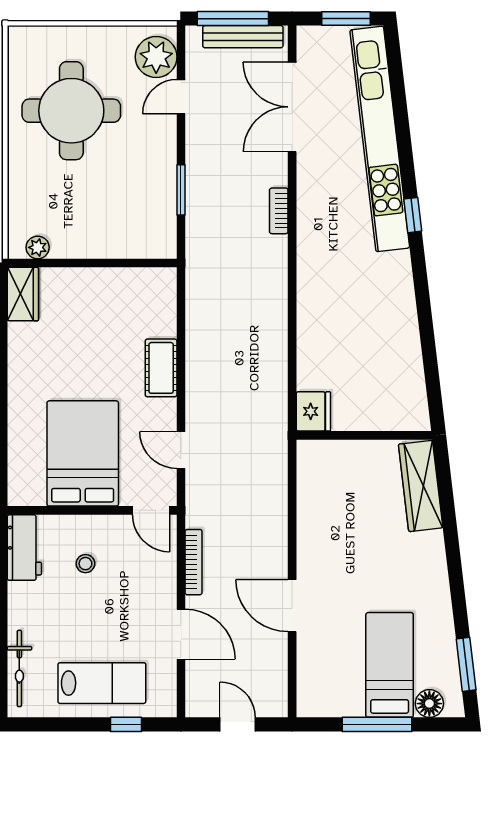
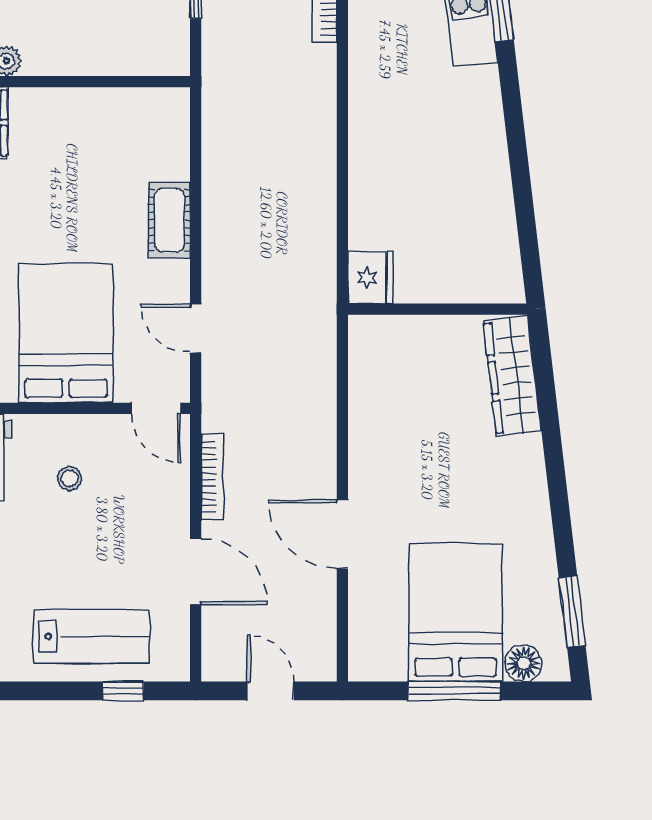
bed: (390, 665) -> (456, 612), width x1.50

